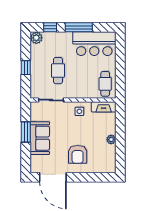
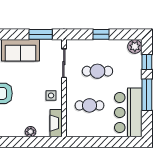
cafe table: (105, 84) -> (89, 105), moved
window: (26, 132) -> (41, 34), moved
plant: (111, 140) -> (30, 132), moved

